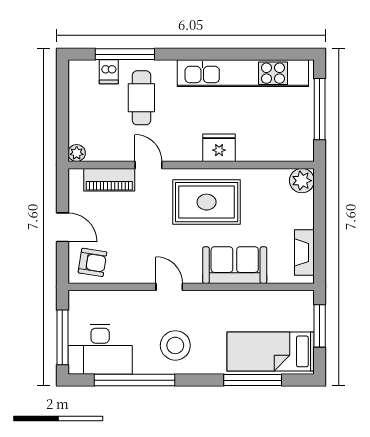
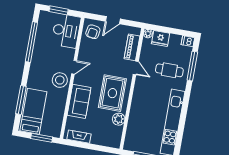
dishwasher: (109, 72) -> (188, 41), moved
fridge: (219, 148) -> (161, 39), moved, turned 90
door: (149, 165) -> (136, 68), hinge flipped
plant: (302, 181) -> (119, 119), moved
window: (62, 337) -> (59, 10), width x0.69
stool: (175, 345) -> (60, 80), moved
desk: (100, 349) -> (66, 31), moved, turned 180

